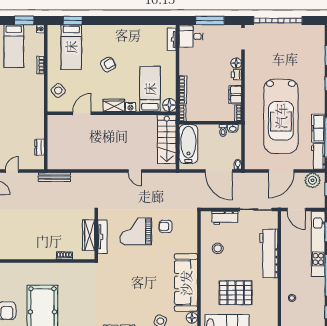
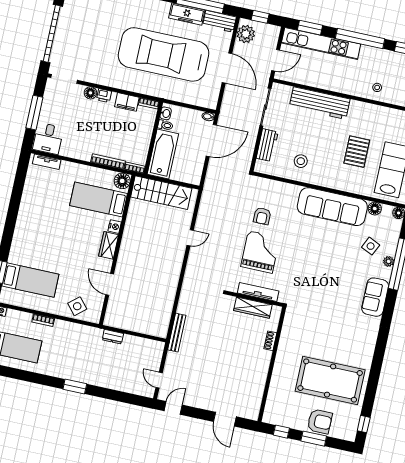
armchair: (108, 65) -> (60, 242), removed
car: (281, 116) -> (164, 54), turned 180
bathtub: (188, 144) -> (163, 154), moved, turned 90
dresser: (40, 147) -> (113, 337), moved
grand piano: (136, 231) -> (260, 252), turned 180
pallet: (236, 293) -> (357, 152), width x0.73, depth x0.71

